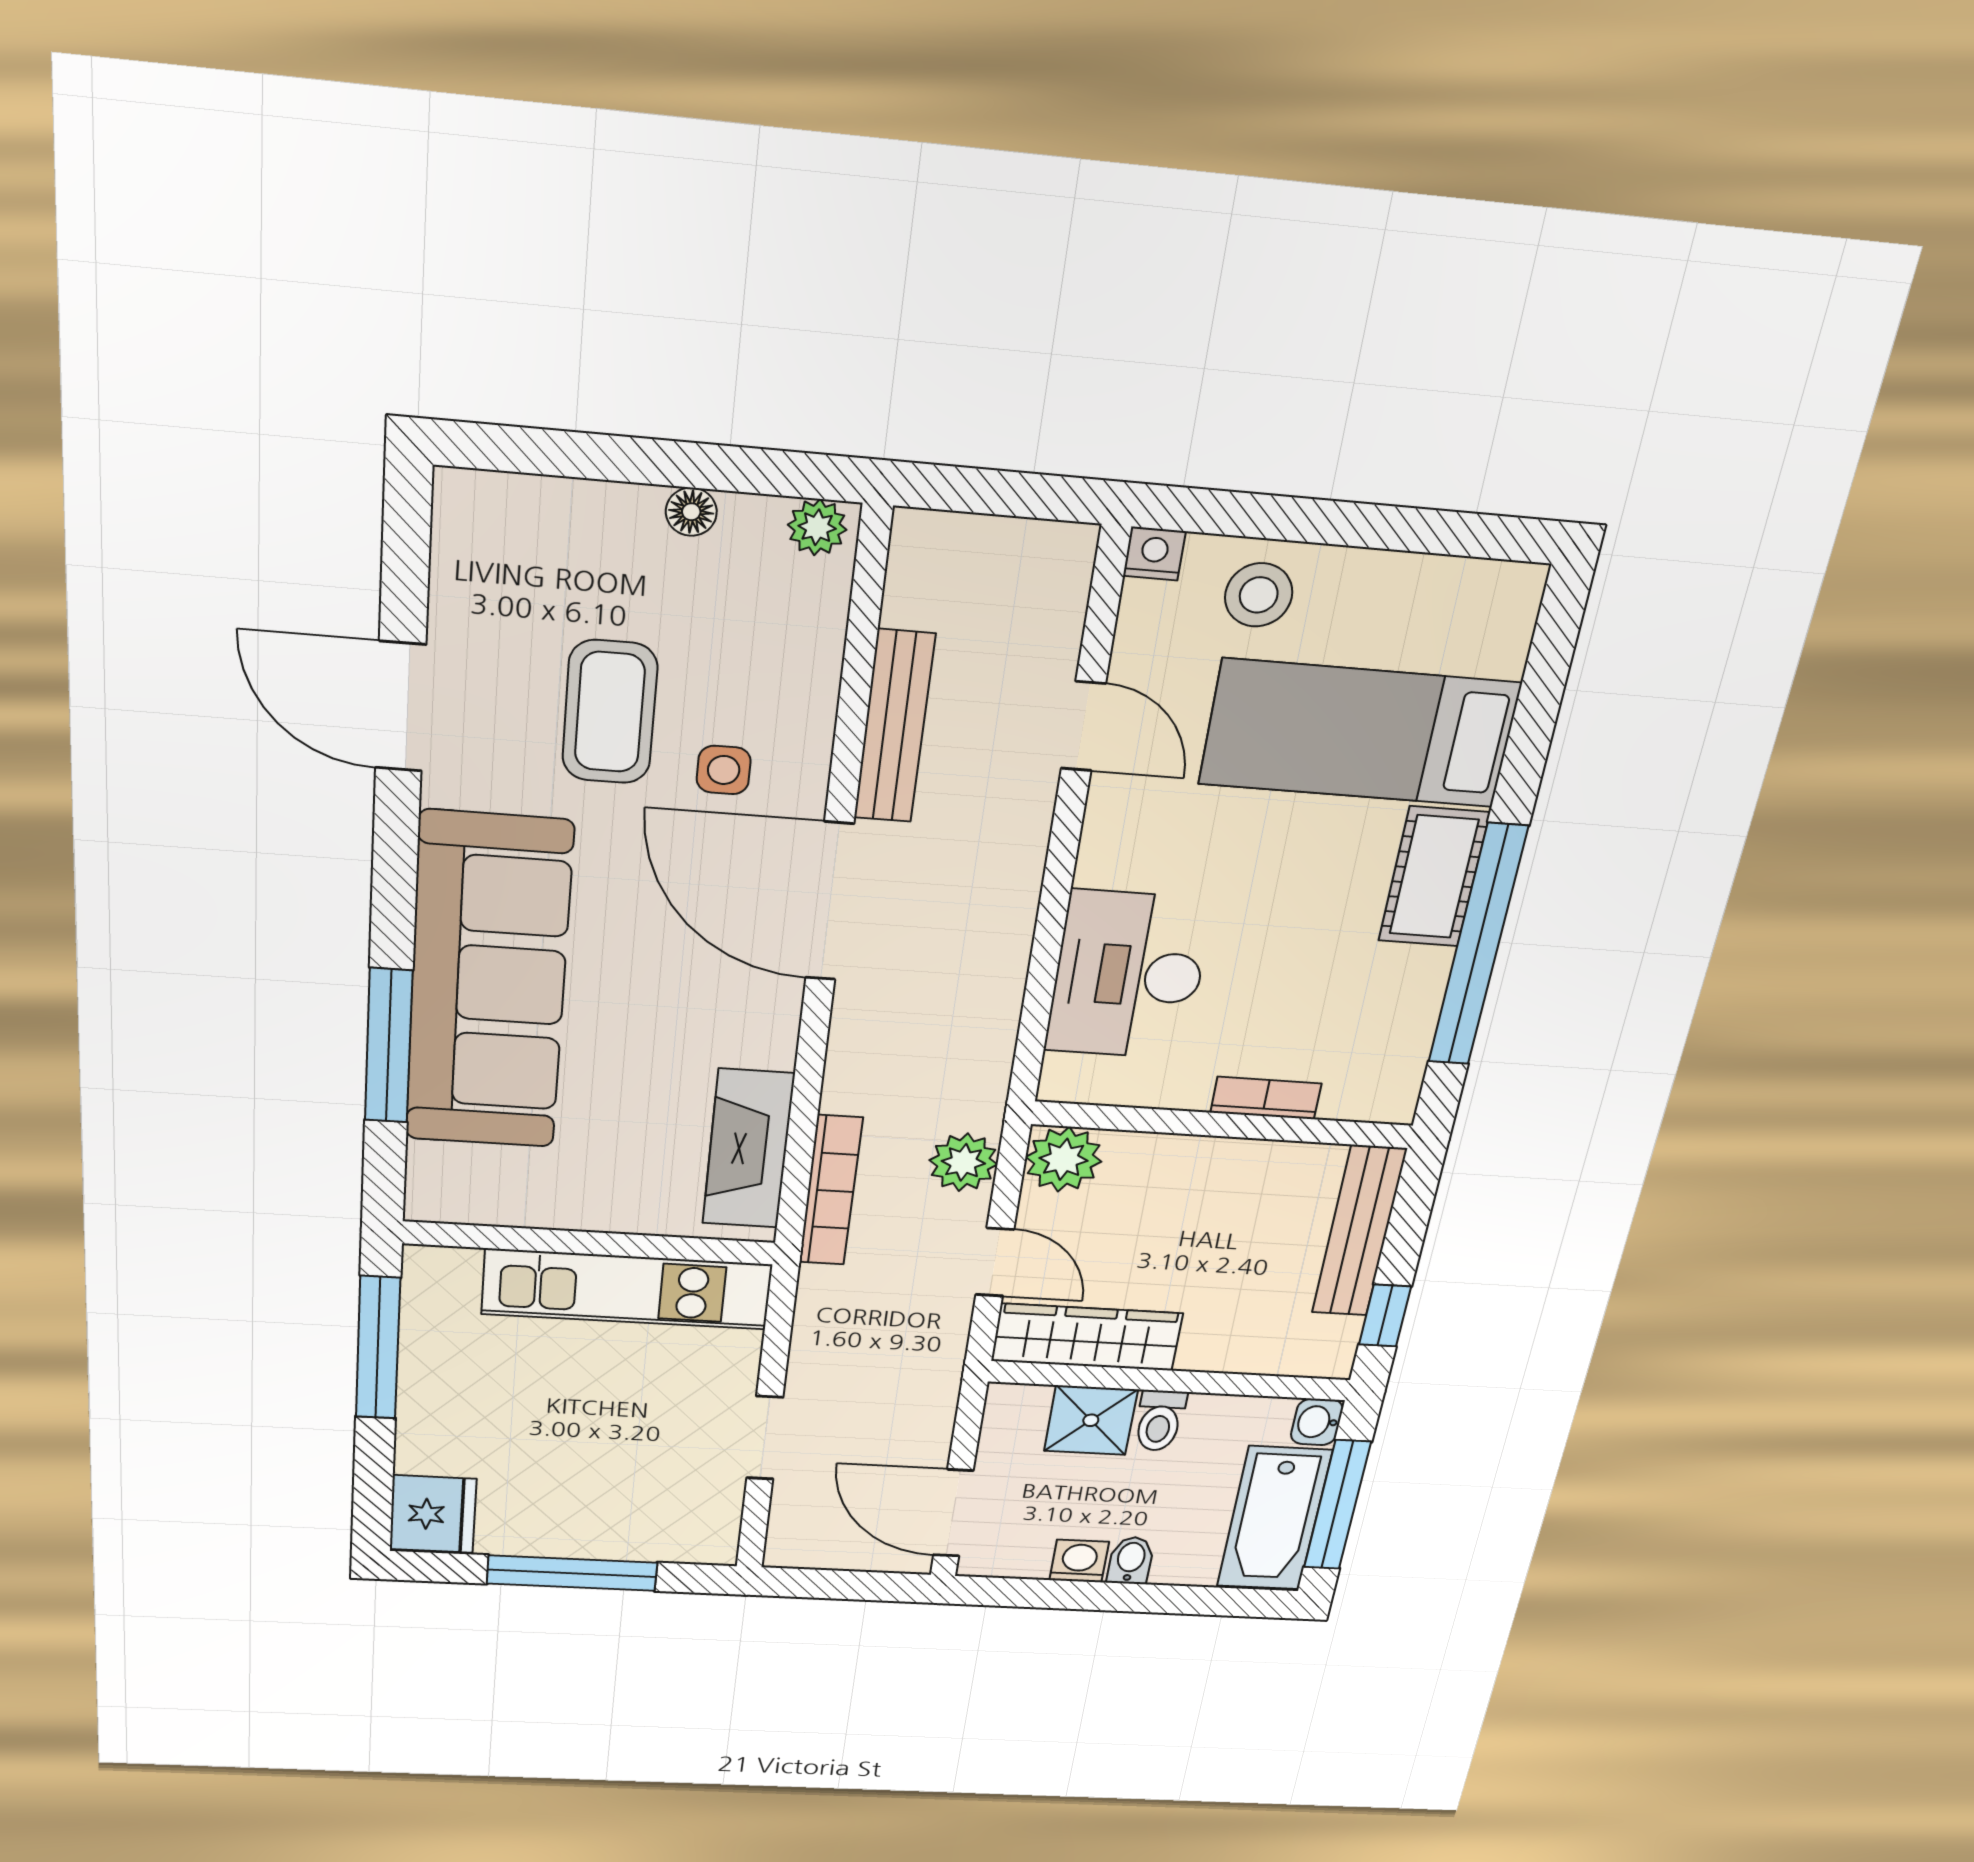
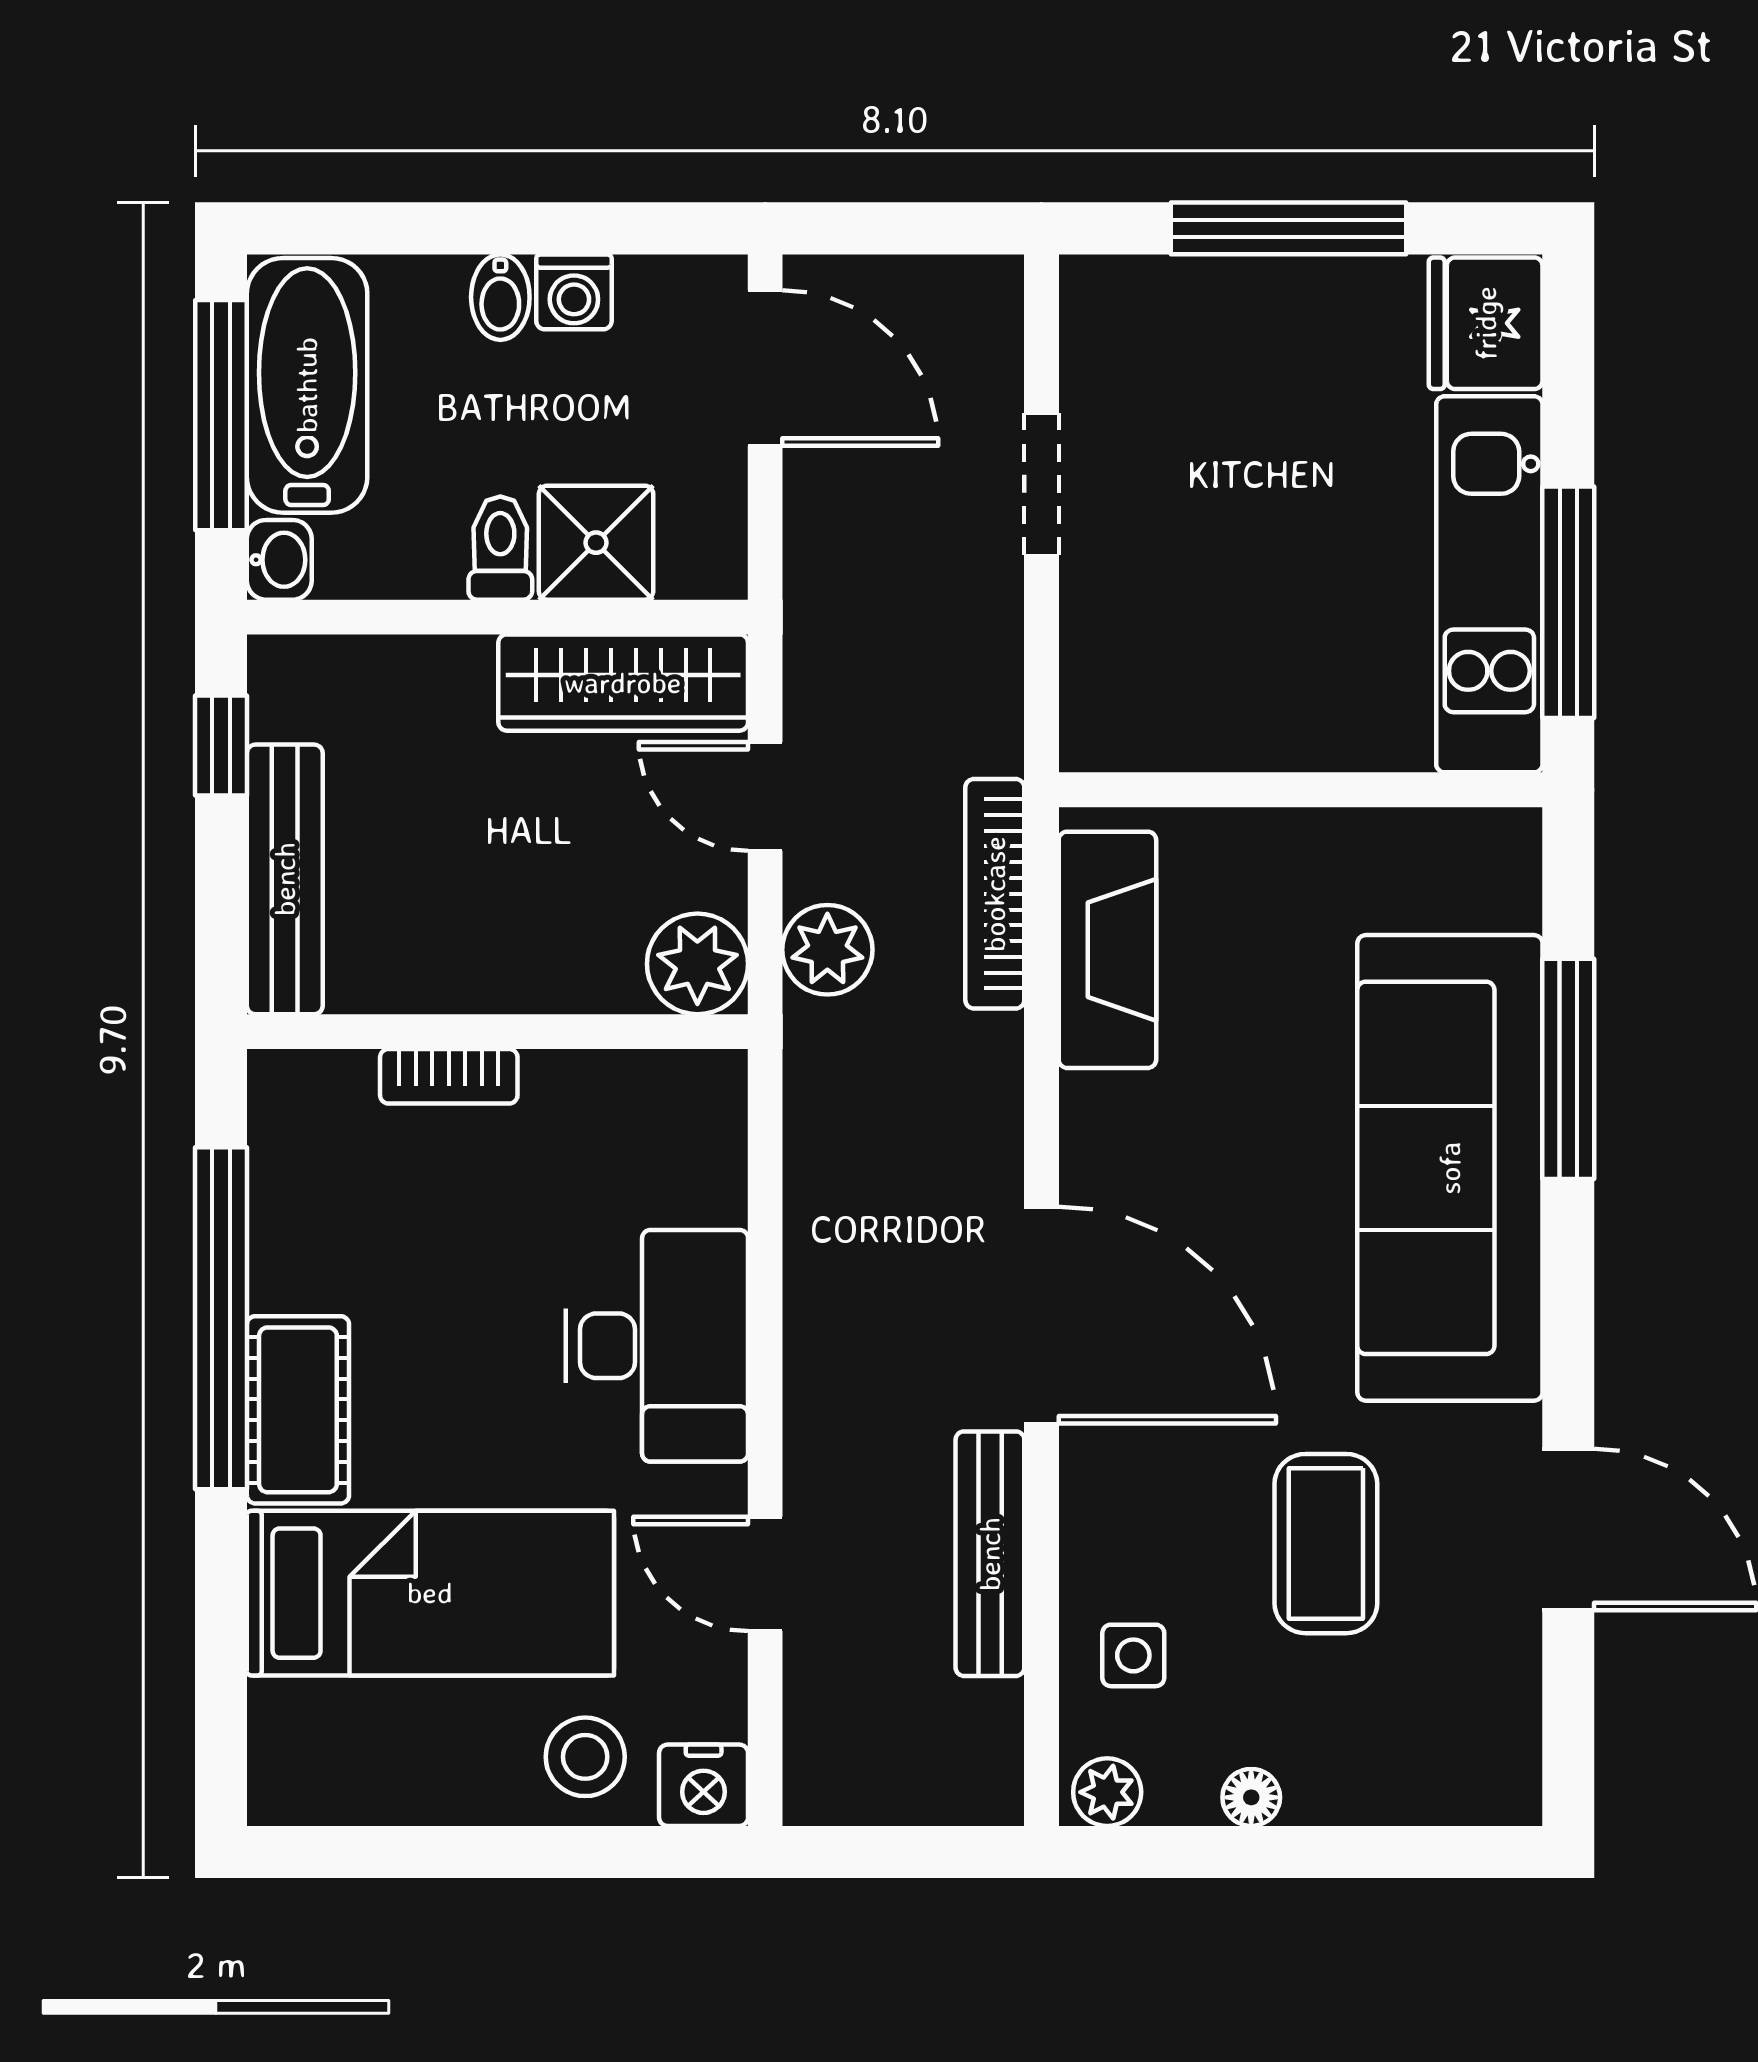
nightstand: (1154, 554) -> (704, 1785), width x1.39, depth x1.35
side table: (724, 770) -> (1133, 1655), moved
desk: (1128, 975) -> (657, 1346), moved
kitchen unit: (627, 1289) -> (1489, 584), moved, turned -90

